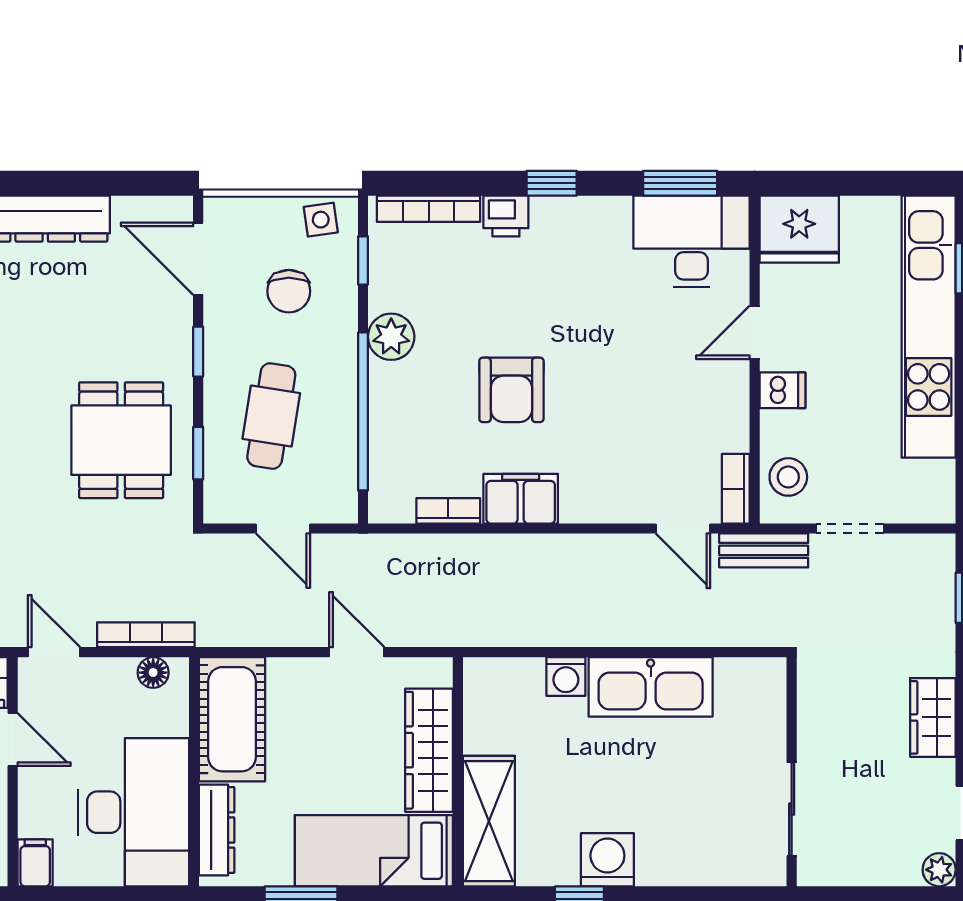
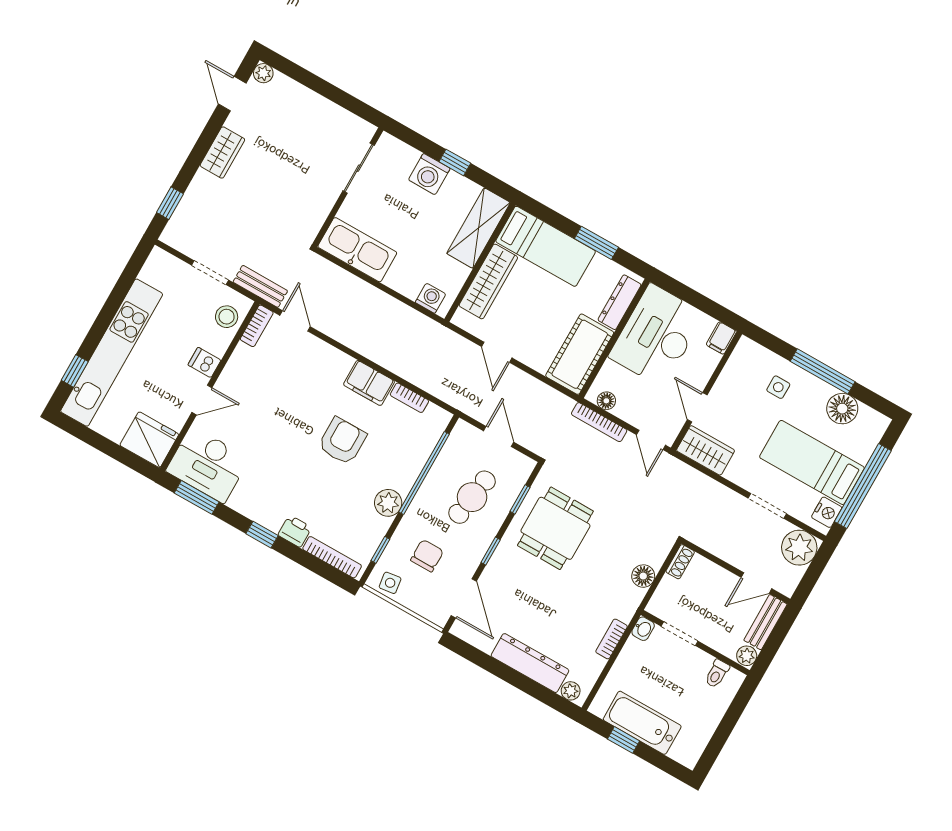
washing machine: (566, 677) -> (431, 298), moved
wall: (792, 772) -> (348, 187), moved
sliding door: (792, 809) -> (359, 168), moved

